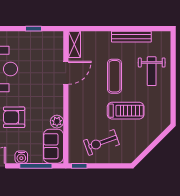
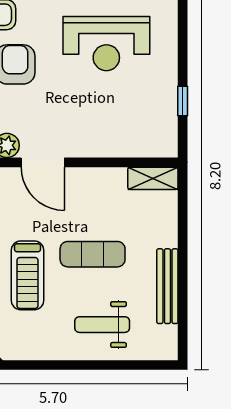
door: (66, 73) -> (43, 162), moved

